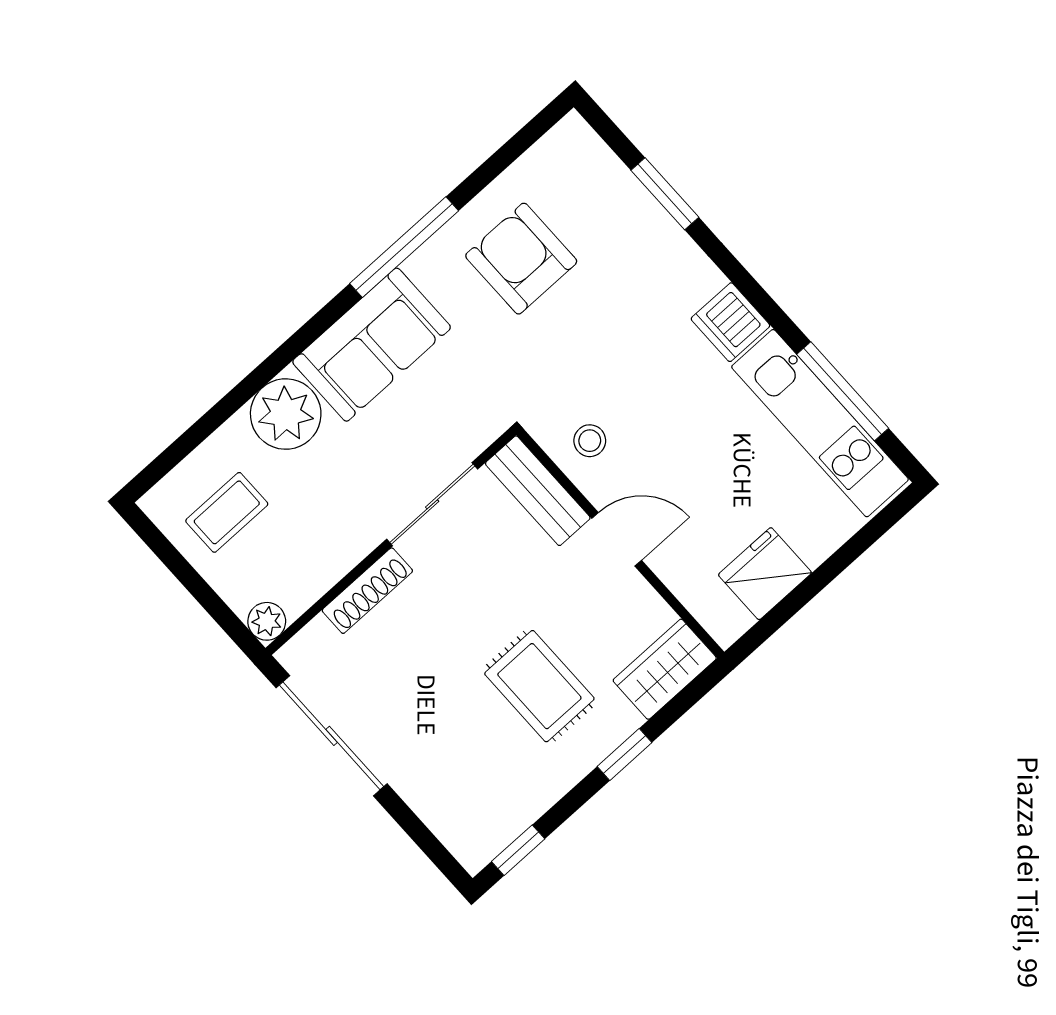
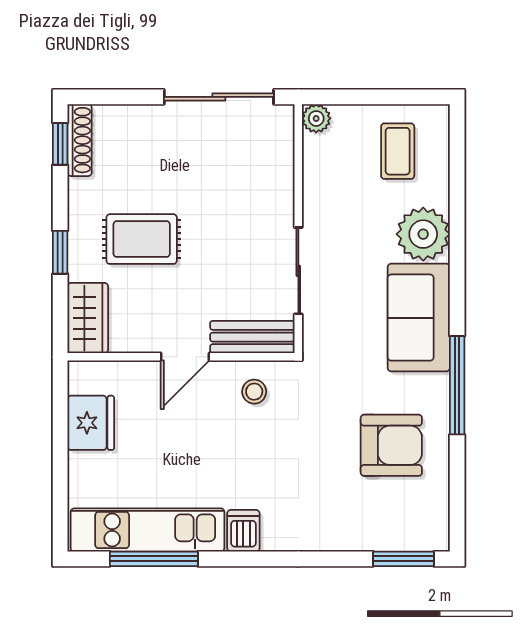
window: (665, 194) -> (404, 559), moved
dishwasher: (730, 322) -> (243, 531), width x0.73
shoe rack: (367, 591) -> (80, 140), moved, turned 180

